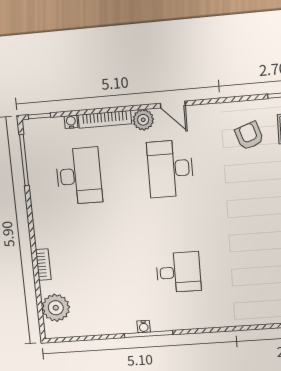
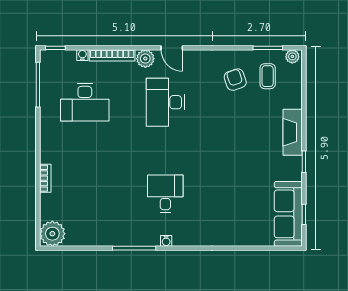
desk: (79, 176) -> (85, 102), turned 90
desk: (178, 272) -> (165, 194), turned -90
plant: (56, 308) -> (52, 234), moved
water cooler: (144, 326) -> (166, 241), moved

